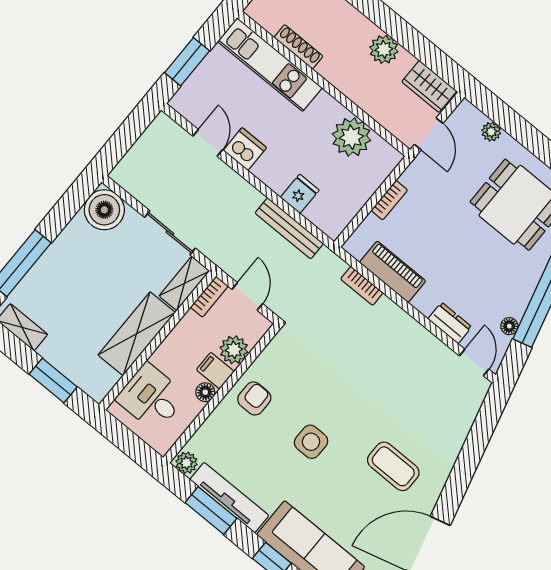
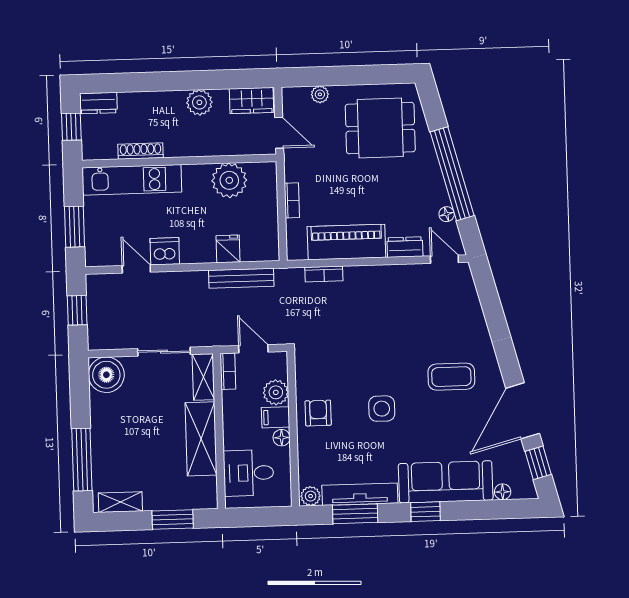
window: (128, 134) -> (77, 310), added
piano: (393, 272) -> (346, 242), width x1.37, depth x1.33

